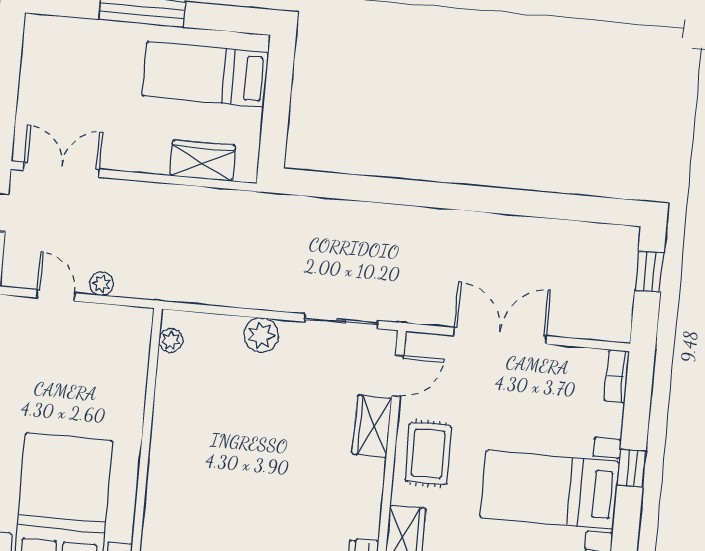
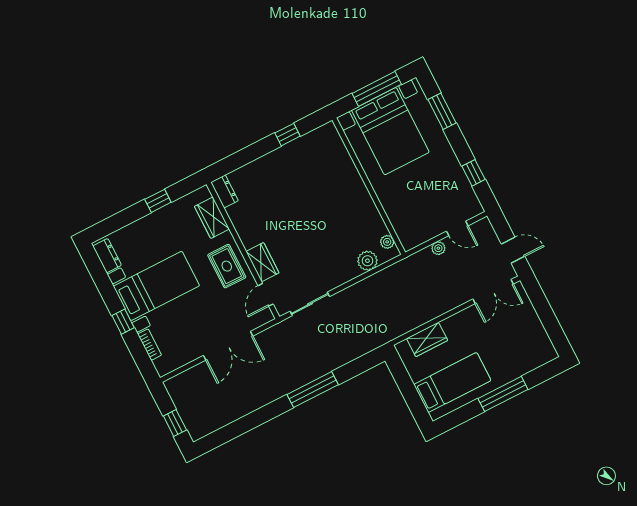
window: (417, 193) -> (313, 390), added
plant: (261, 335) -> (367, 261), moved
bookcase: (617, 376) -> (150, 345), moved

